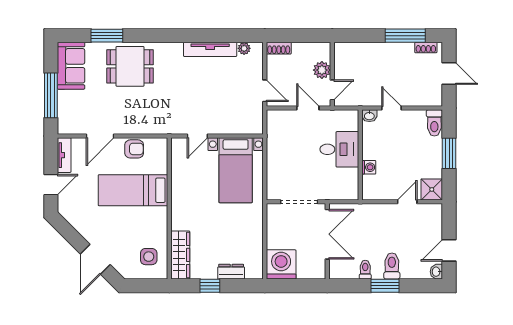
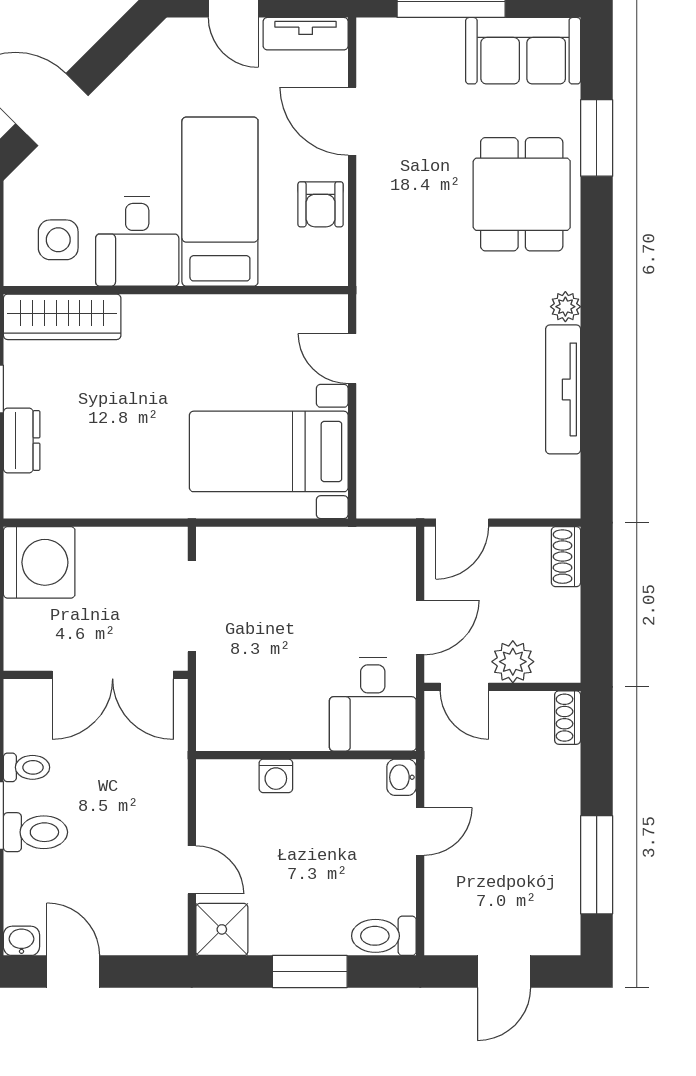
plant: (244, 48) -> (565, 307), moved
shoe rack: (426, 48) -> (568, 718), moved
desk: (339, 149) -> (373, 704), moved
desk: (149, 224) -> (137, 241), added

